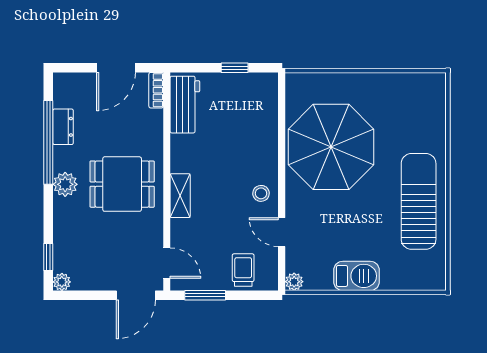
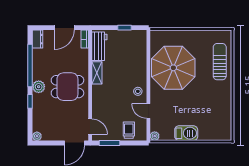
dresser: (63, 127) -> (38, 39), moved
shelving: (180, 196) -> (97, 73), moved
sun lounger: (419, 201) -> (220, 62), moved, width x0.73, depth x0.75
window: (48, 257) -> (30, 101), moved

